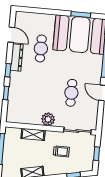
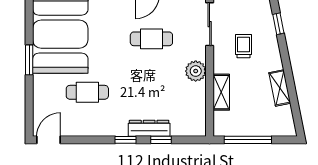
window: (81, 15) -> (29, 60), moved
door: (11, 35) -> (49, 140), moved
dresser: (17, 58) -> (149, 128), moved

